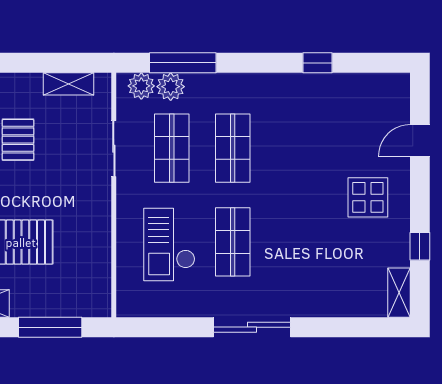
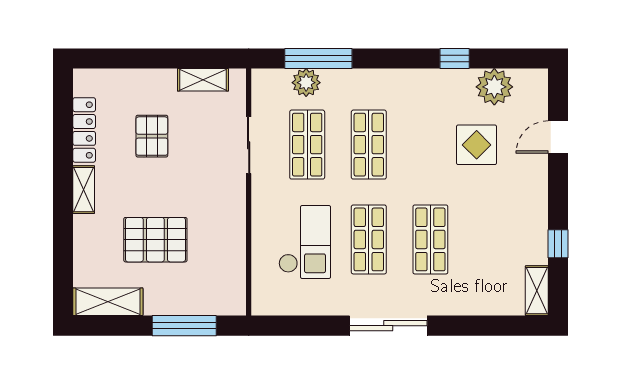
plant: (141, 86) -> (494, 87), moved, width x1.36, depth x1.36
display table: (368, 197) -> (477, 145), moved
shop shelf: (294, 242) -> (430, 239), added
checkout: (169, 244) -> (305, 242), turned 180

